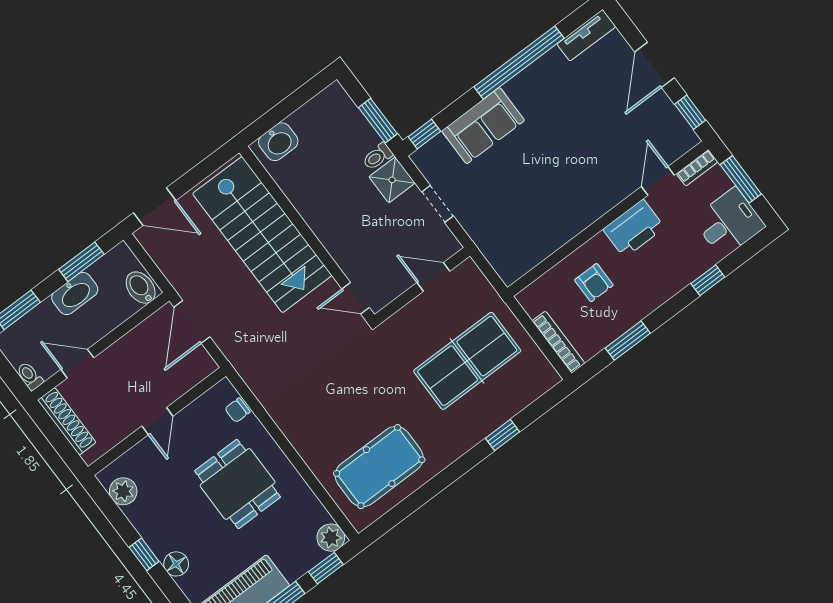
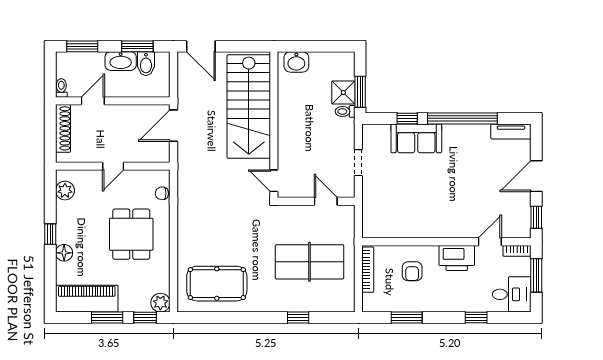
window: (424, 134) -> (407, 118), moved
shower: (392, 180) -> (343, 92), moved
bidet: (141, 288) -> (146, 64), moved, turned 180
bookcase: (558, 342) -> (368, 270), moved
door: (77, 364) -> (93, 101), hinge flipped

